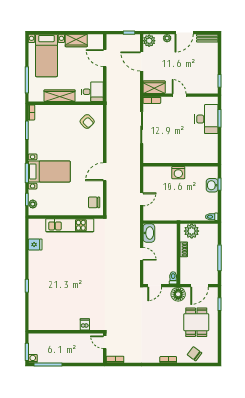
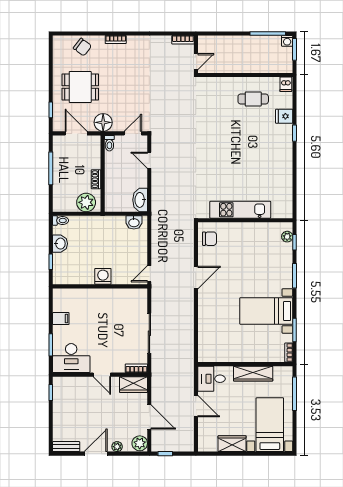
door: (105, 58) -> (196, 406), moved
desk: (206, 119) -> (71, 358), moved, turned -90
armchair: (87, 121) -> (218, 341), removed
filing cabinet: (212, 139) -> (61, 319), added
bed with nightstands: (49, 171) -> (266, 311), moved
washbasin: (212, 185) -> (60, 244), moved
door: (142, 199) -> (149, 274), moved
washbasin: (154, 215) -> (134, 222), added
fridge: (35, 244) -> (284, 116), moved
door: (142, 254) -> (149, 160), moved
door: (200, 286) -> (76, 133), hinge flipped
cafe table: (60, 313) -> (253, 99), added
dining table: (196, 322) -> (80, 87), turned 90
dishwasher: (85, 324) -> (286, 84), moved
door: (105, 342) -> (196, 62), hinge flipped

